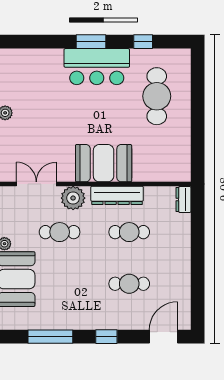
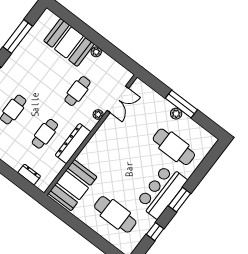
cafe table: (41, 89) -> (174, 147), added
booth: (104, 163) -> (73, 185), moved
plant: (73, 198) -> (98, 114), width x0.53, depth x0.53
dresser: (183, 199) -> (29, 174), moved

